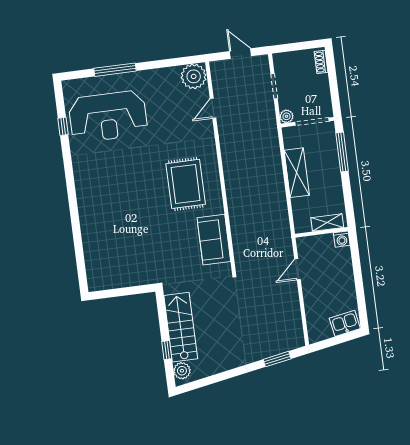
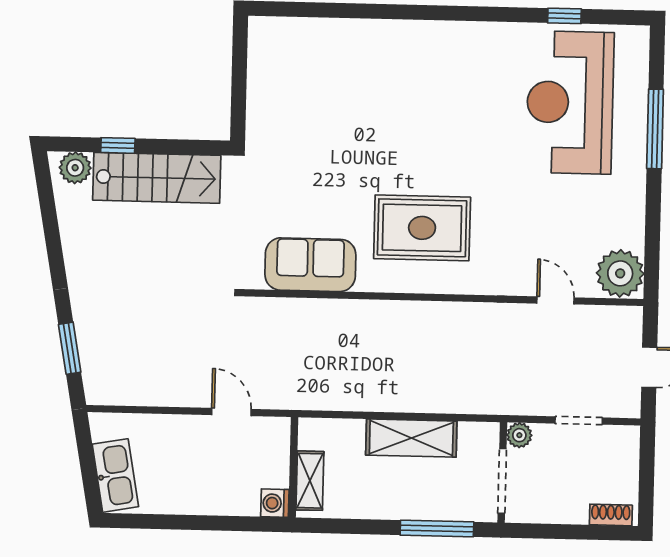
kitchen sink: (345, 323) -> (115, 475), width x1.38

